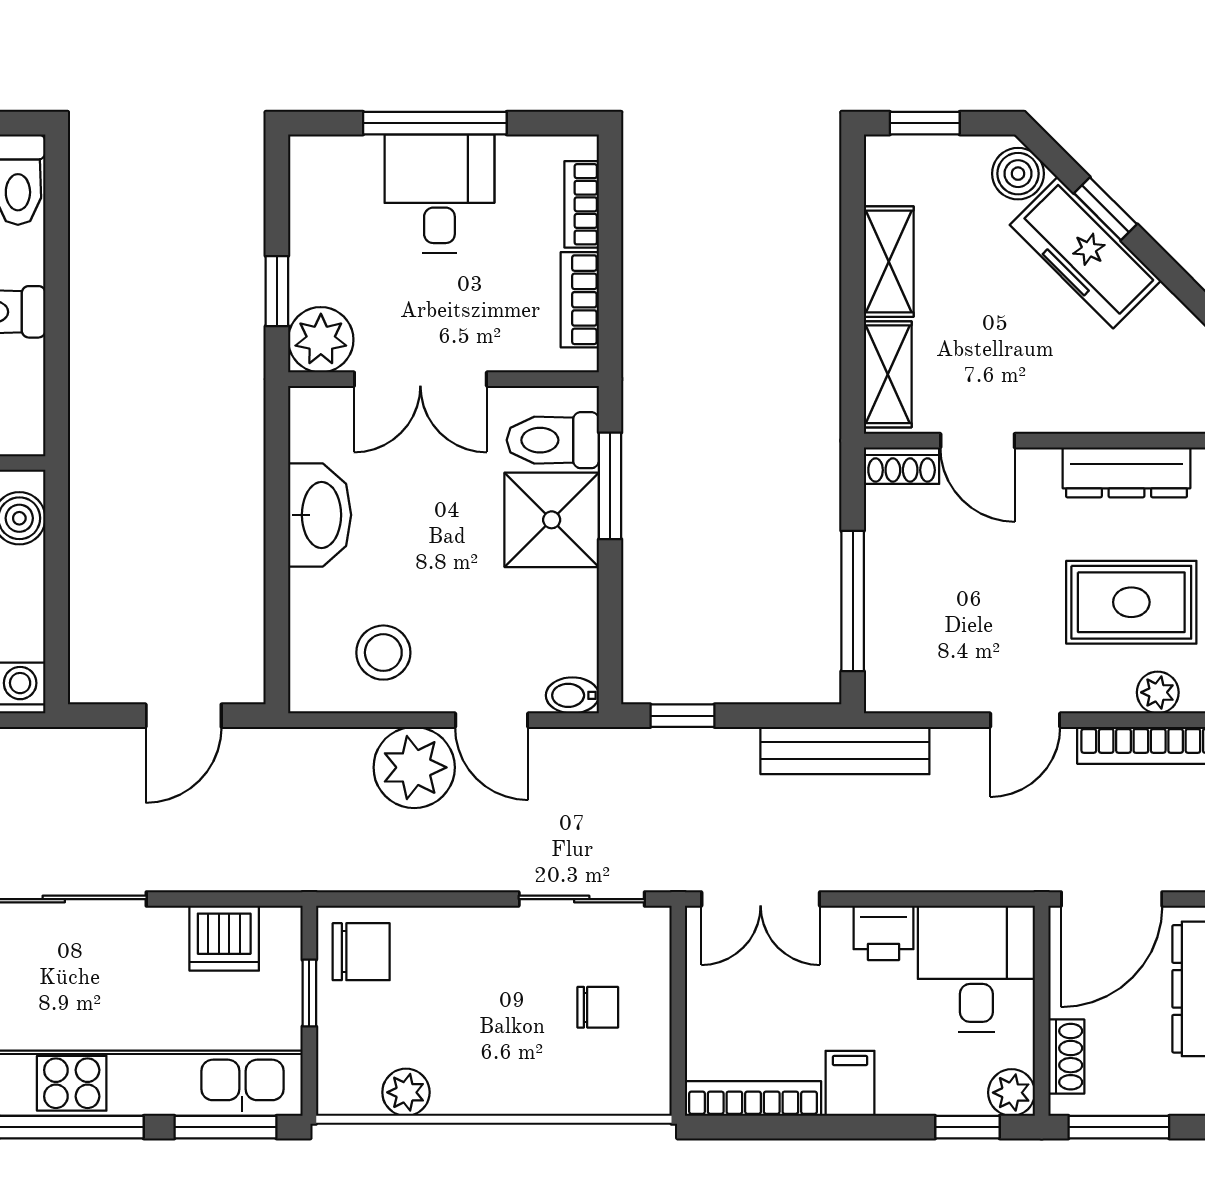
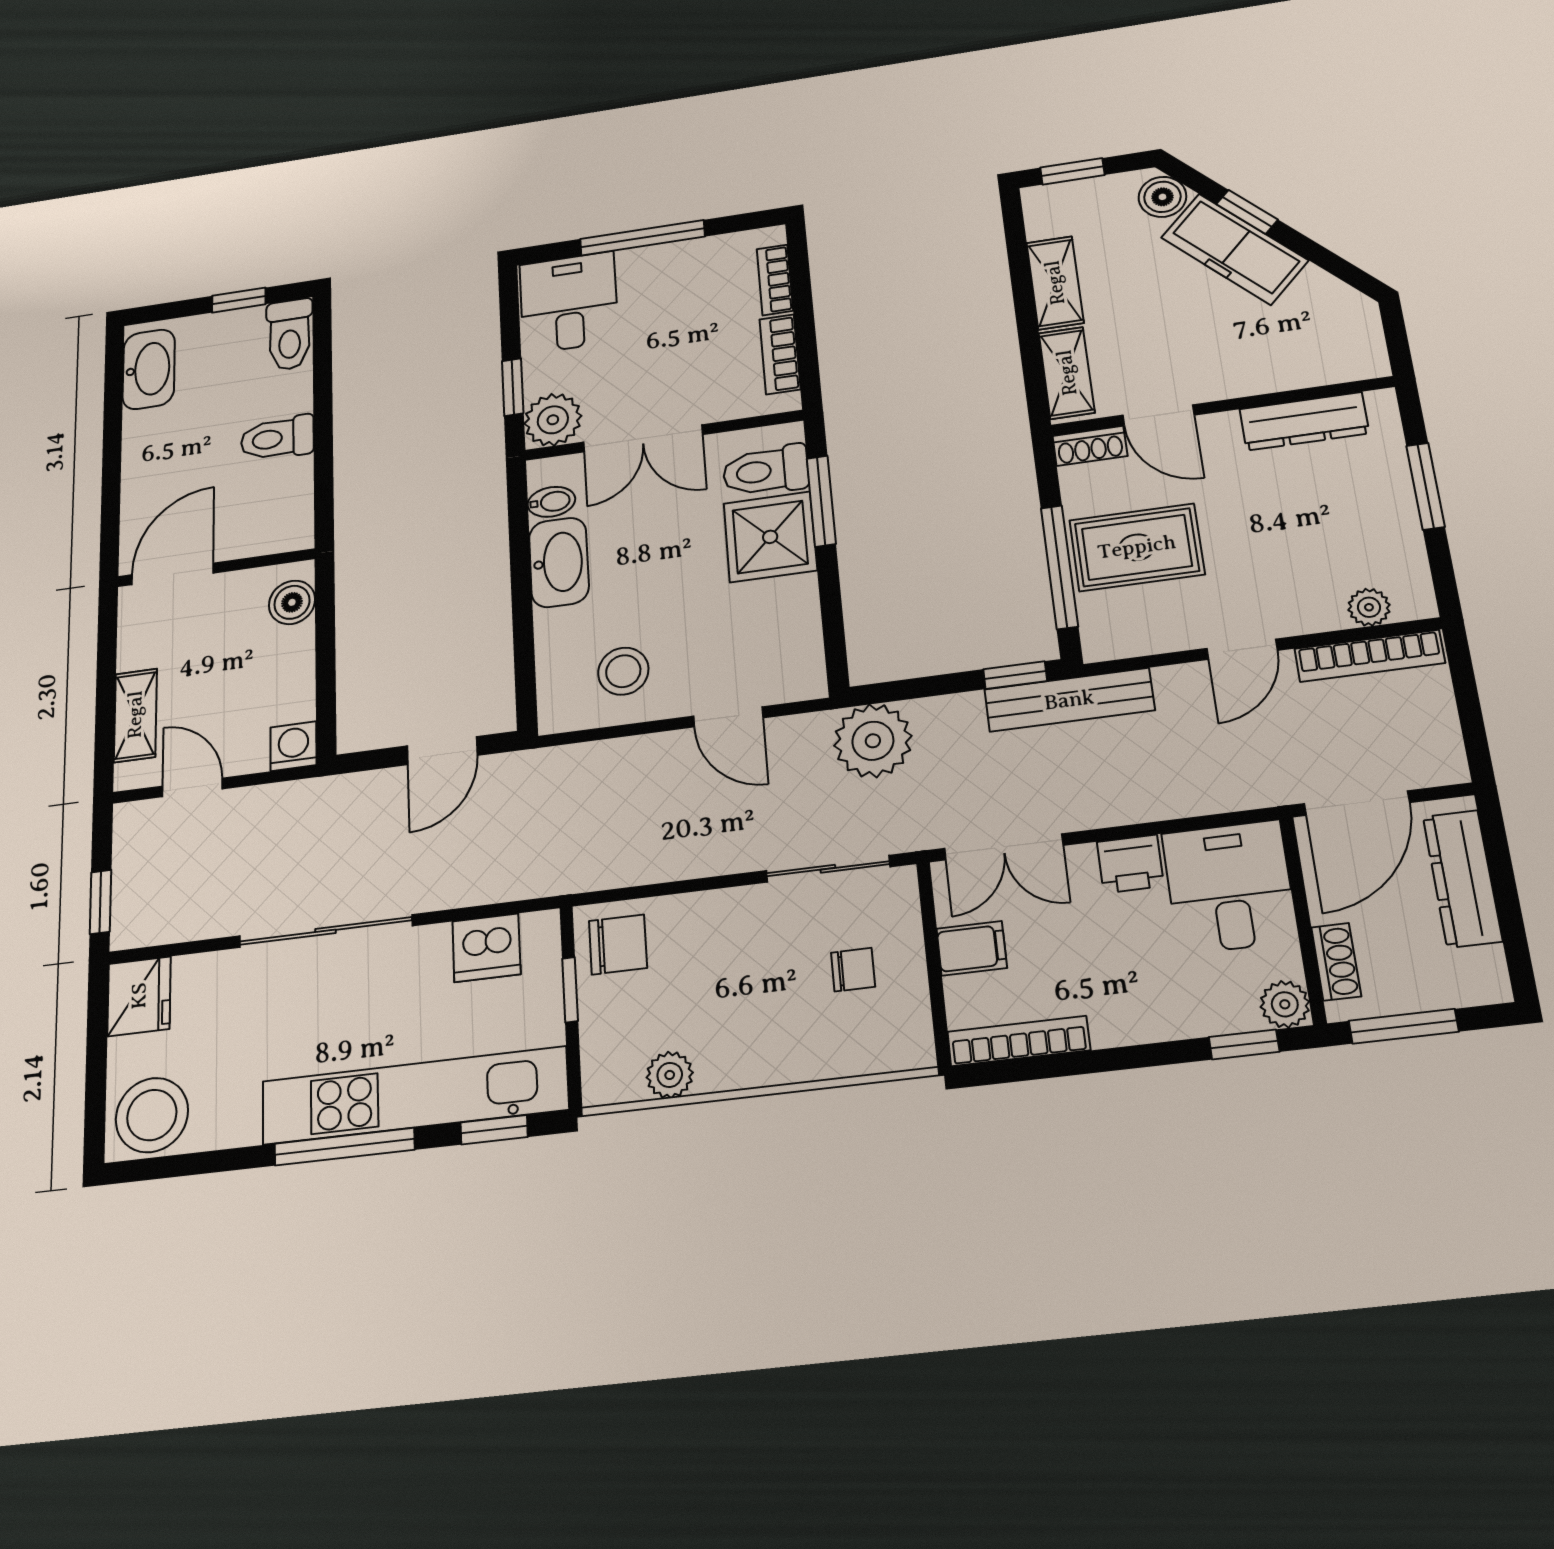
desk: (439, 193) -> (569, 303), moved
rug: (1131, 602) -> (1137, 547), moved
bidet: (572, 695) -> (551, 502), moved, turned 180
window: (682, 716) -> (1015, 675), moved
plant: (414, 767) -> (873, 741), moved
filing cabinet: (850, 1083) -> (972, 948), moved, turned 90
window: (225, 1127) -> (494, 1130), width x0.67

